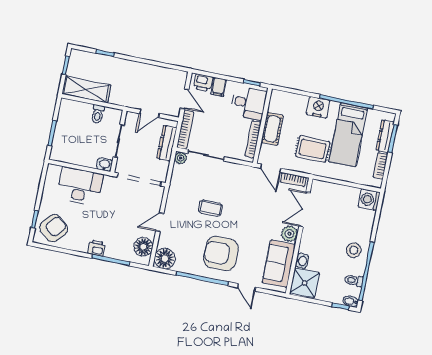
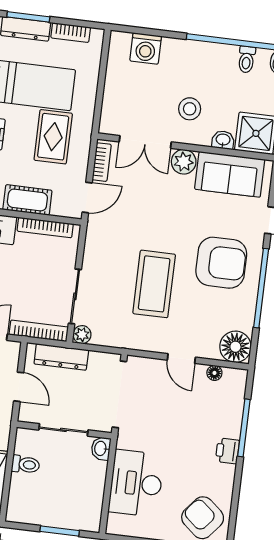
washing machine: (369, 200) -> (146, 48), moved
coffee table: (210, 208) -> (154, 284), width x1.86, depth x1.72
floor lamp: (143, 247) -> (214, 373), width x0.53, depth x0.53
stool: (354, 250) -> (190, 109), moved
armchair: (221, 253) -> (221, 263), turned -90

